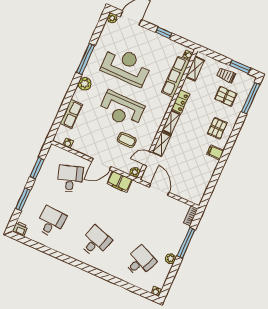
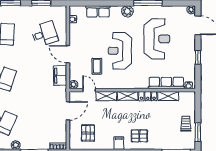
shelving: (195, 69) -> (168, 96), moved
pallet: (226, 96) -> (88, 133), moved

